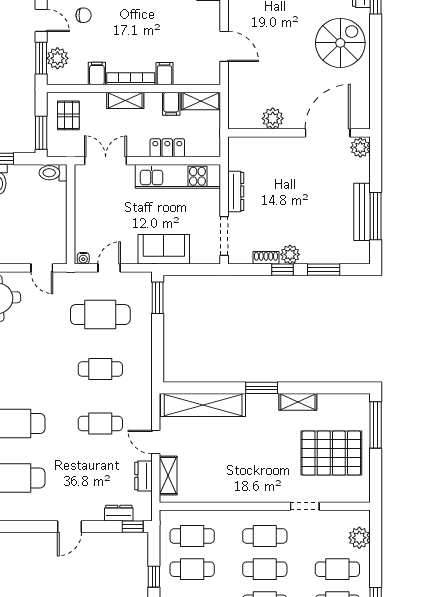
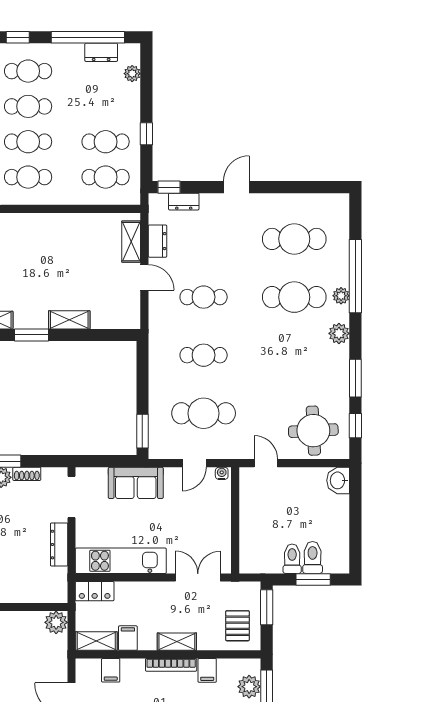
filing cabinet: (164, 74) -> (111, 670), moved
plant: (273, 118) -> (56, 622), moved
locker: (167, 148) -> (95, 591), moved
double door: (106, 161) -> (198, 577), swing flipped
toilet: (53, 173) -> (292, 559), moved, turned -90
shelving: (203, 405) -> (69, 320), width x0.45, depth x0.75

